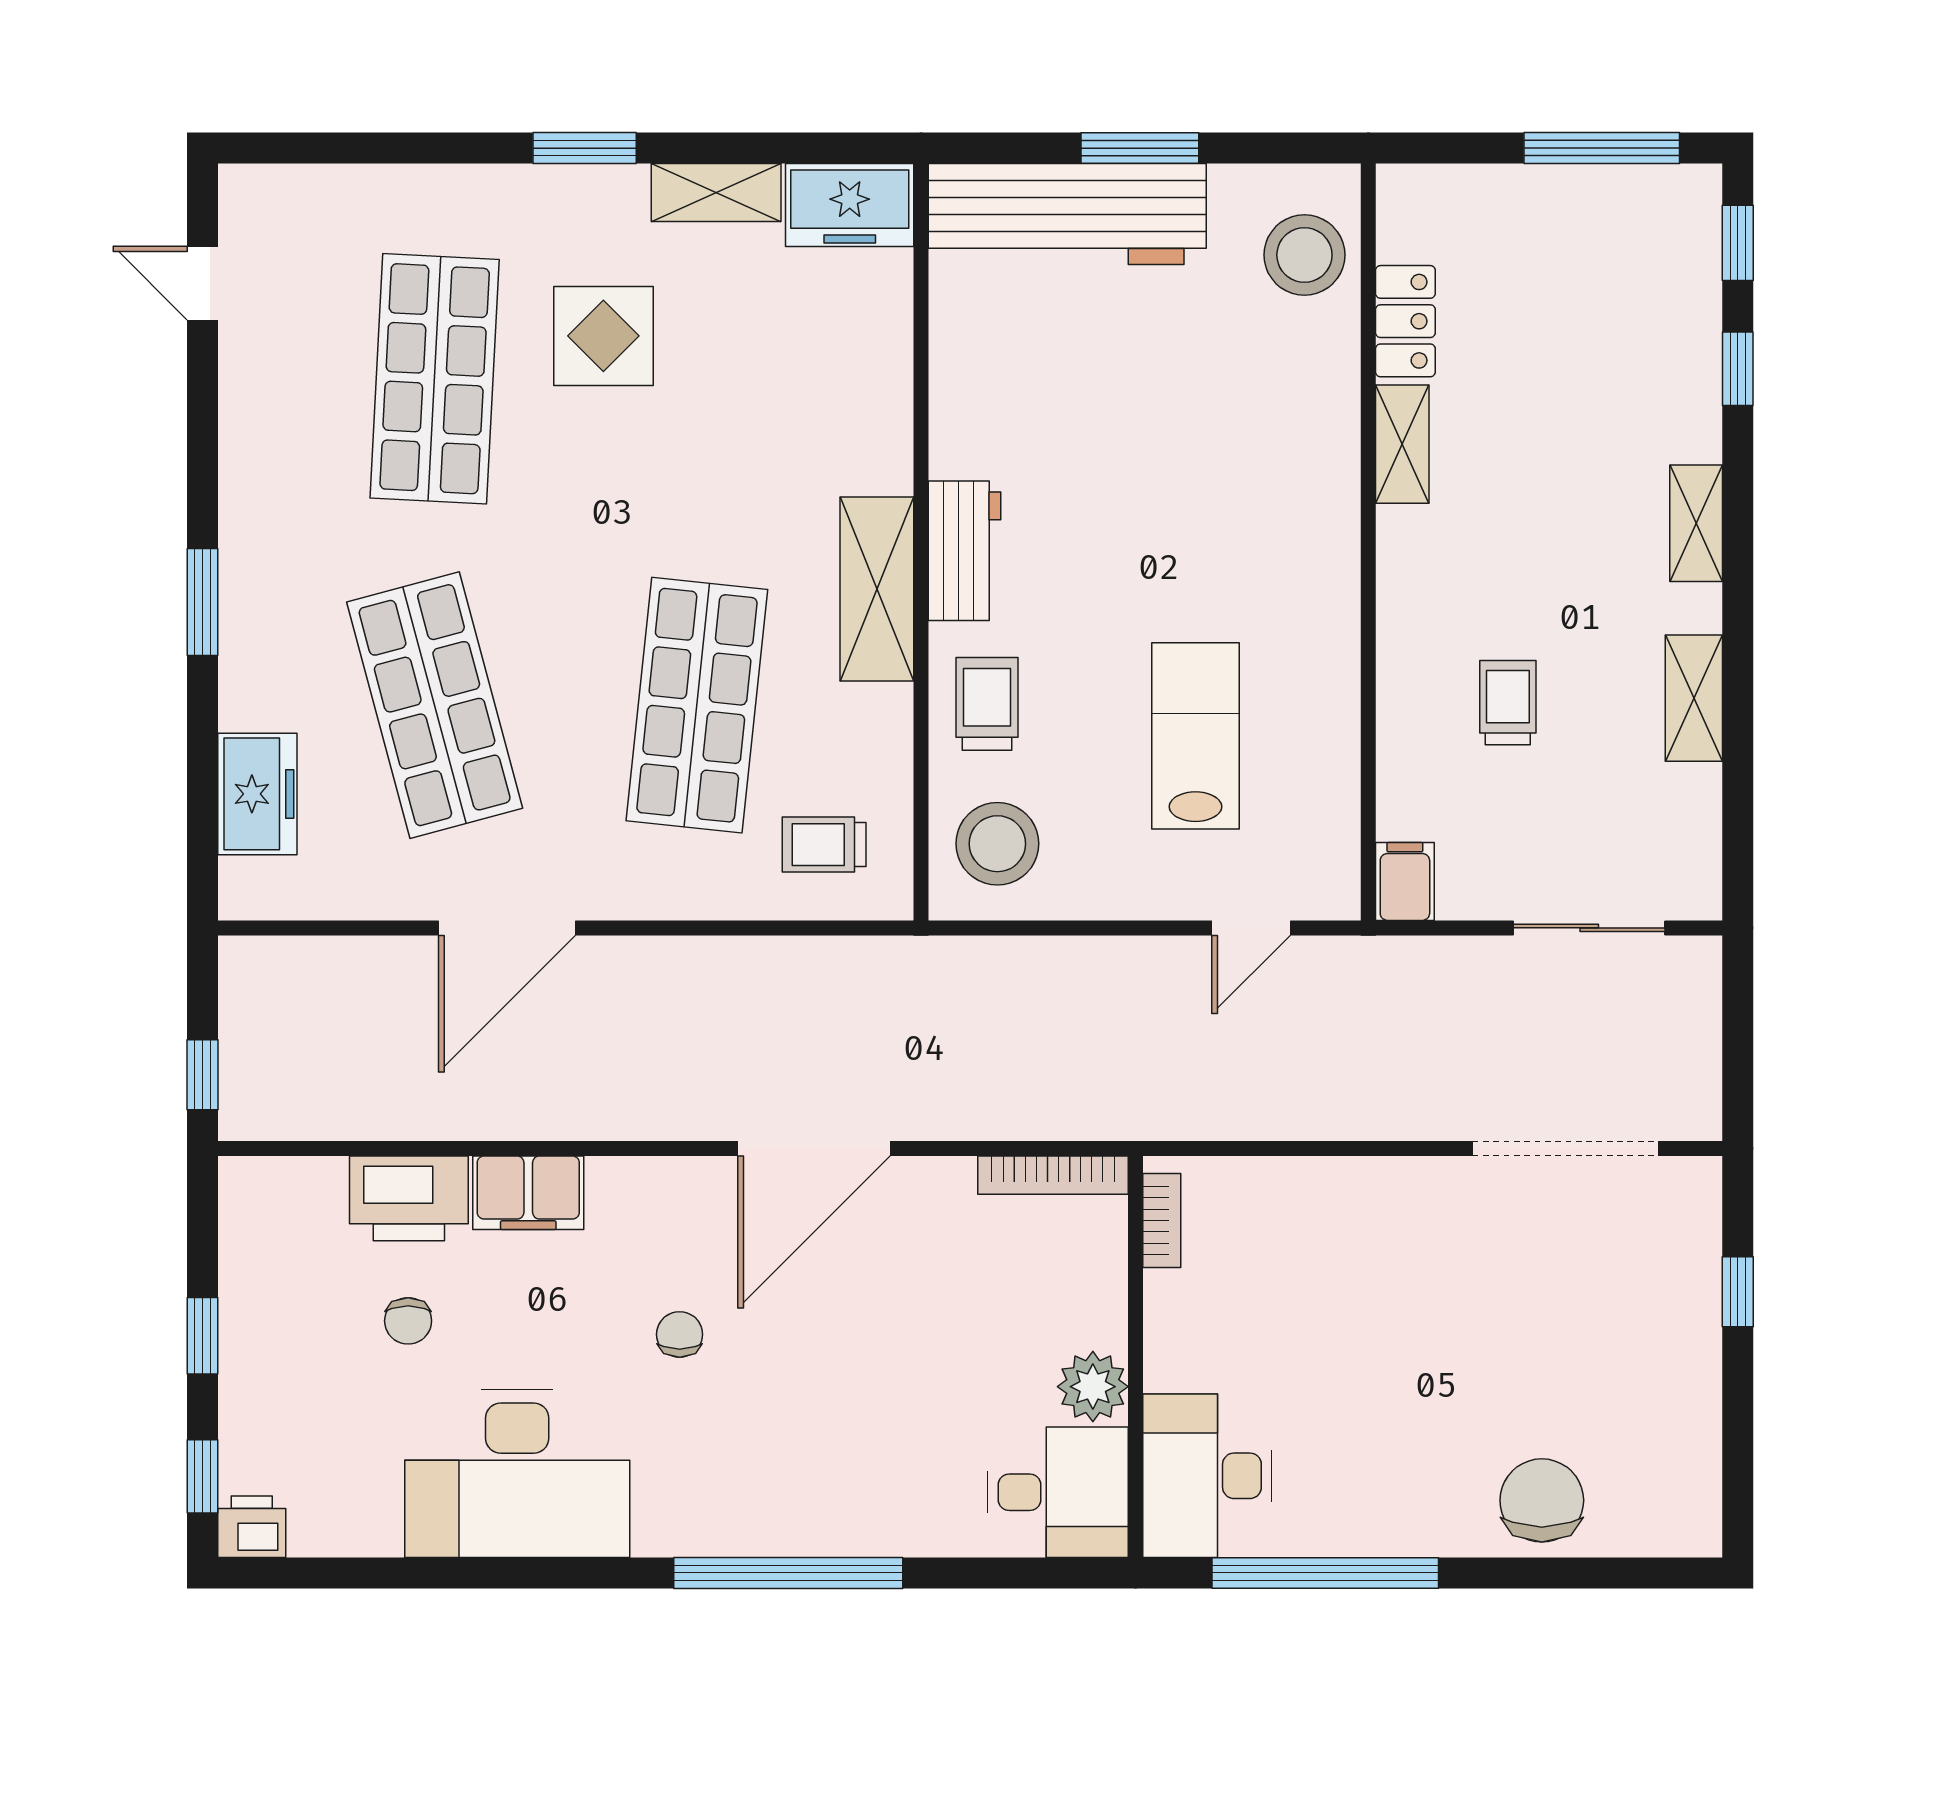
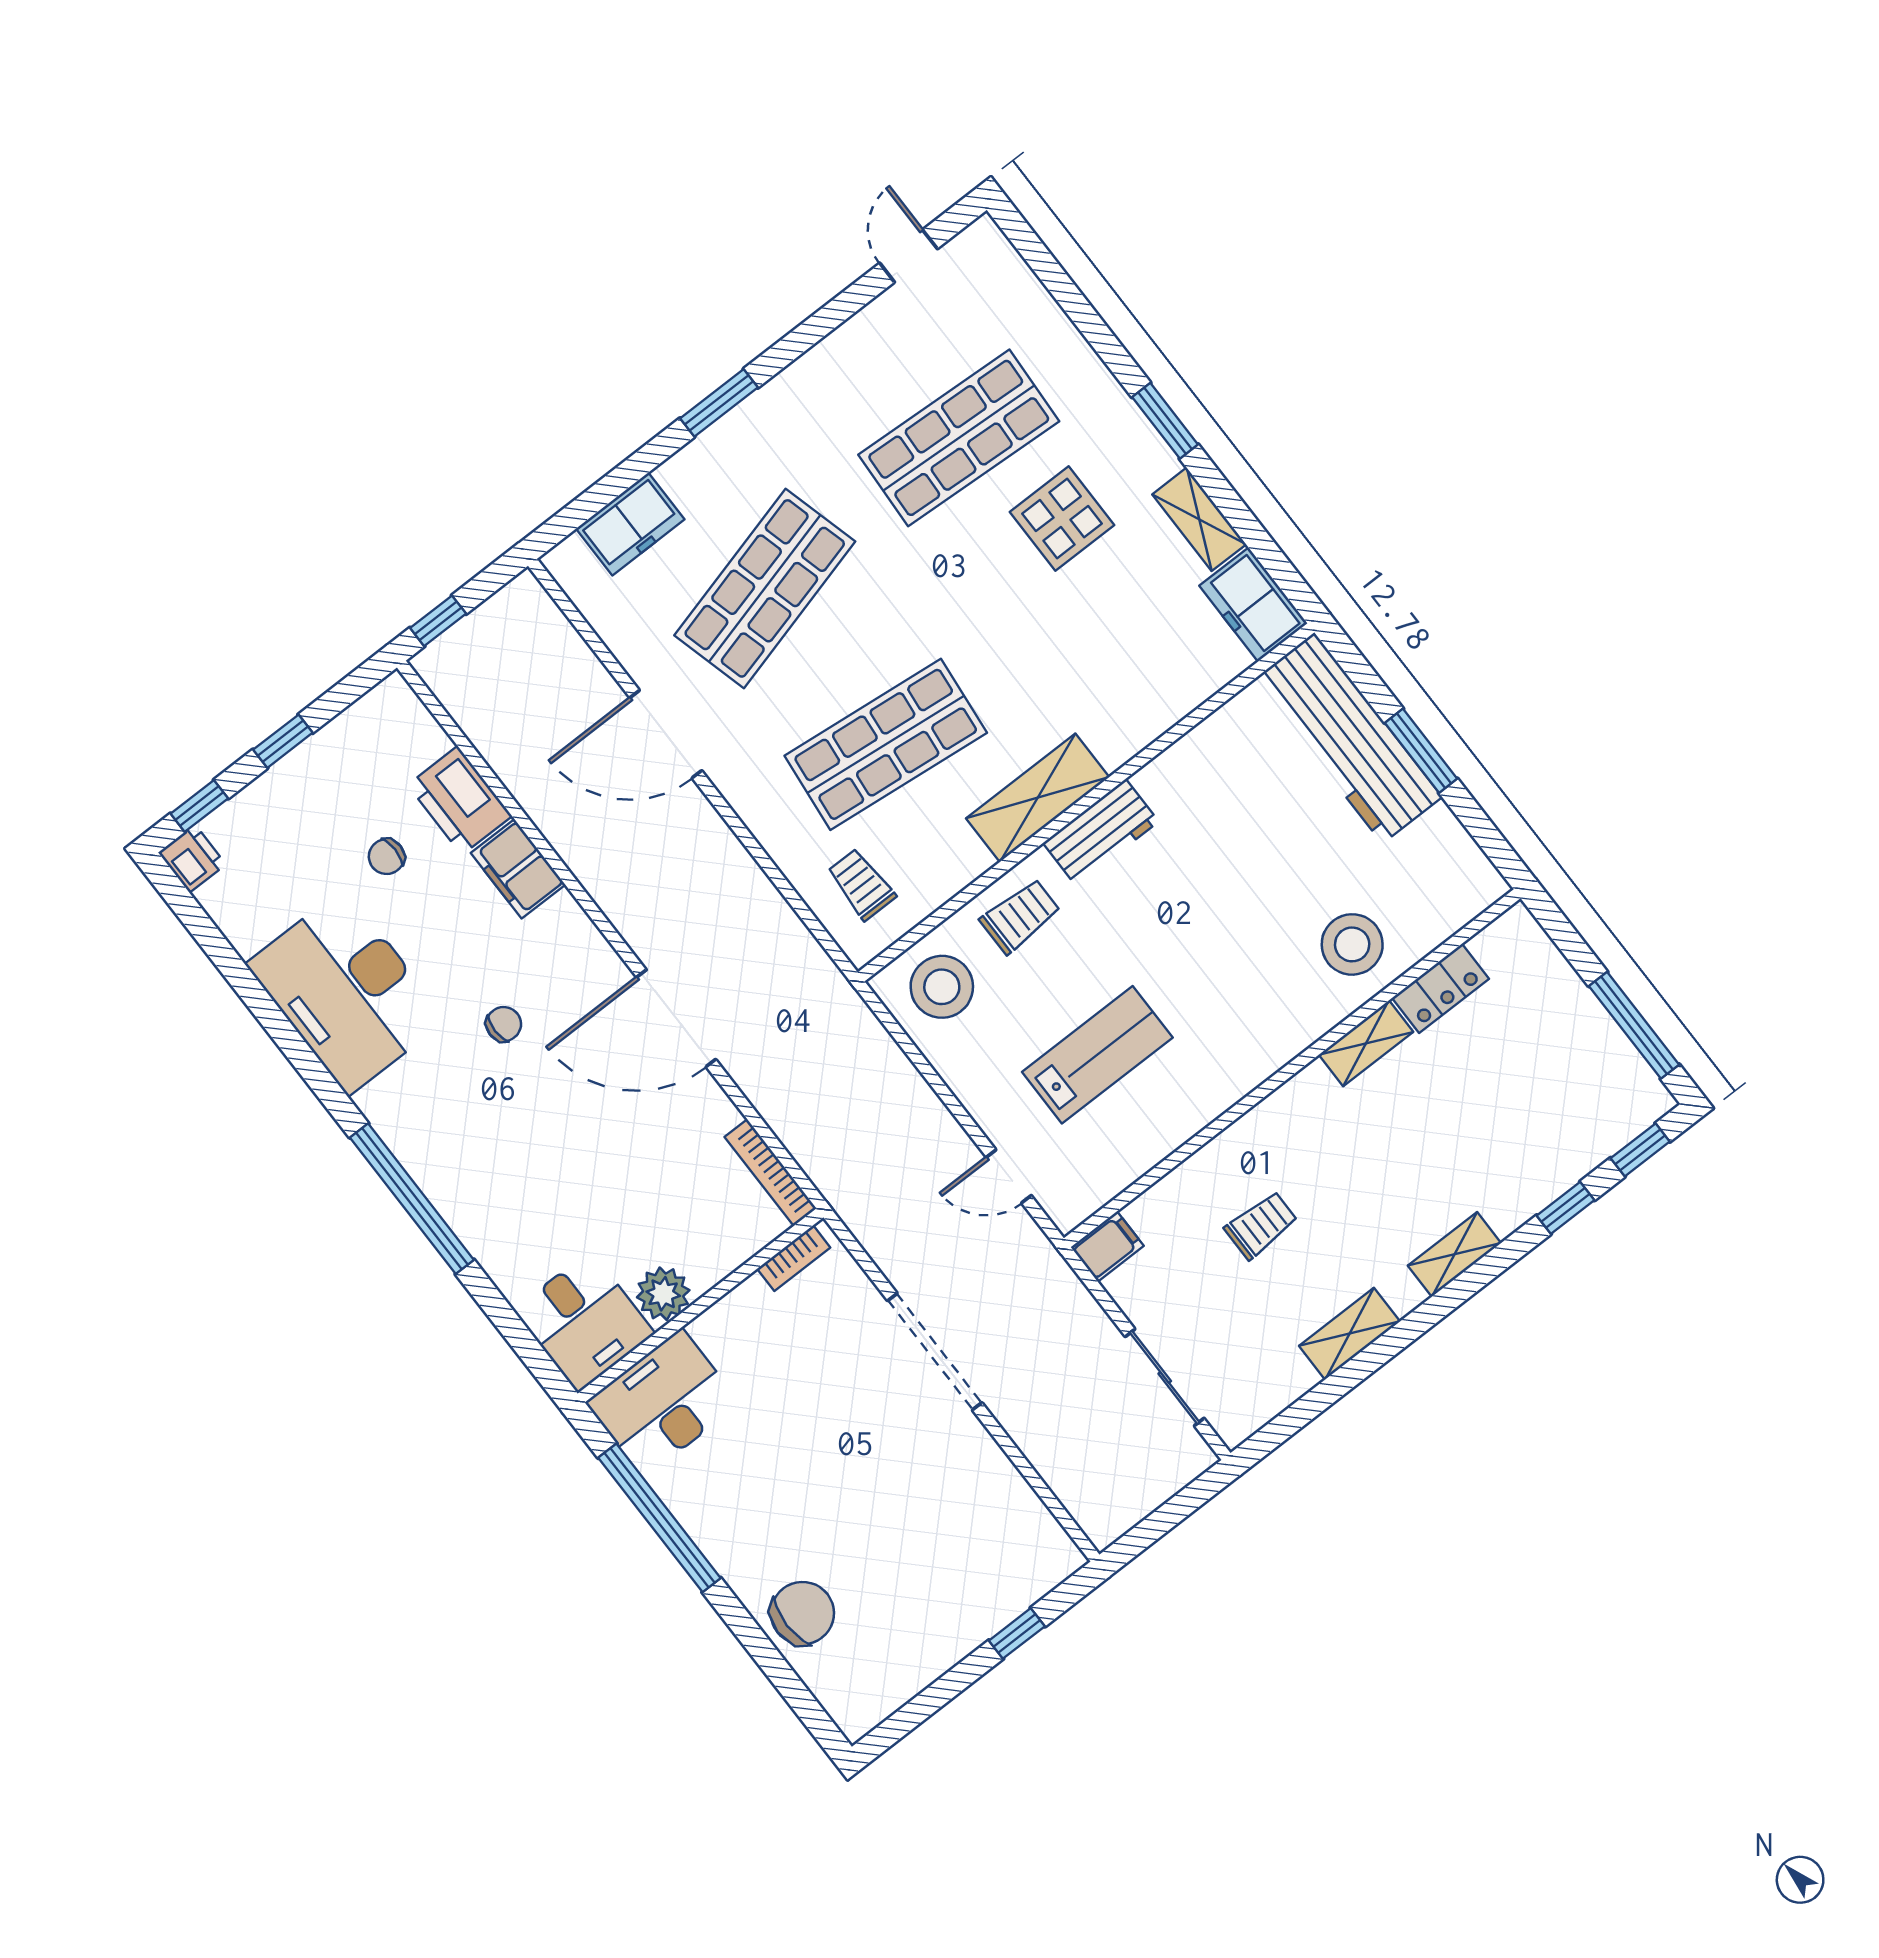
stool: (1304, 255) -> (1352, 944), moved
doorway: (1565, 1148) -> (935, 1352), moved

